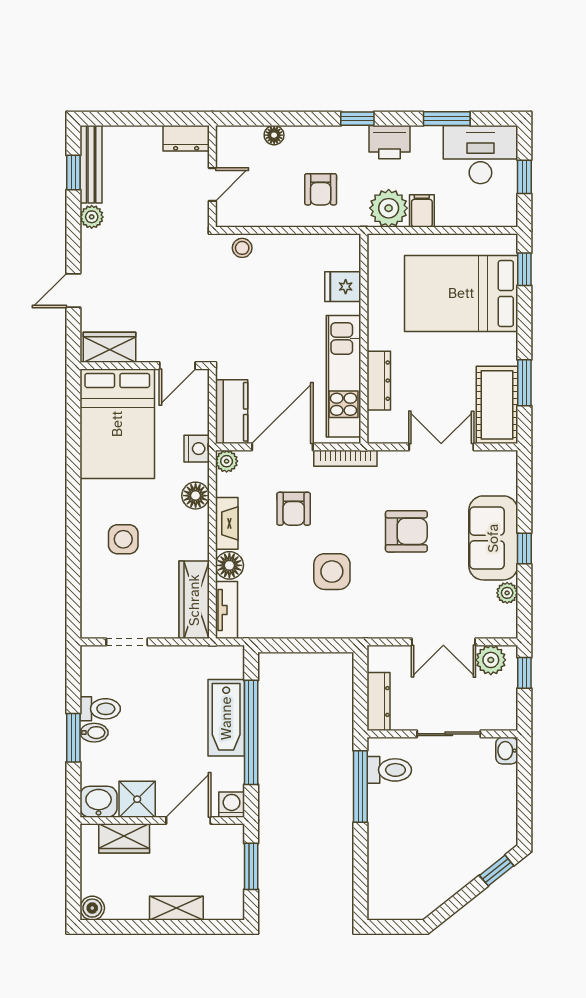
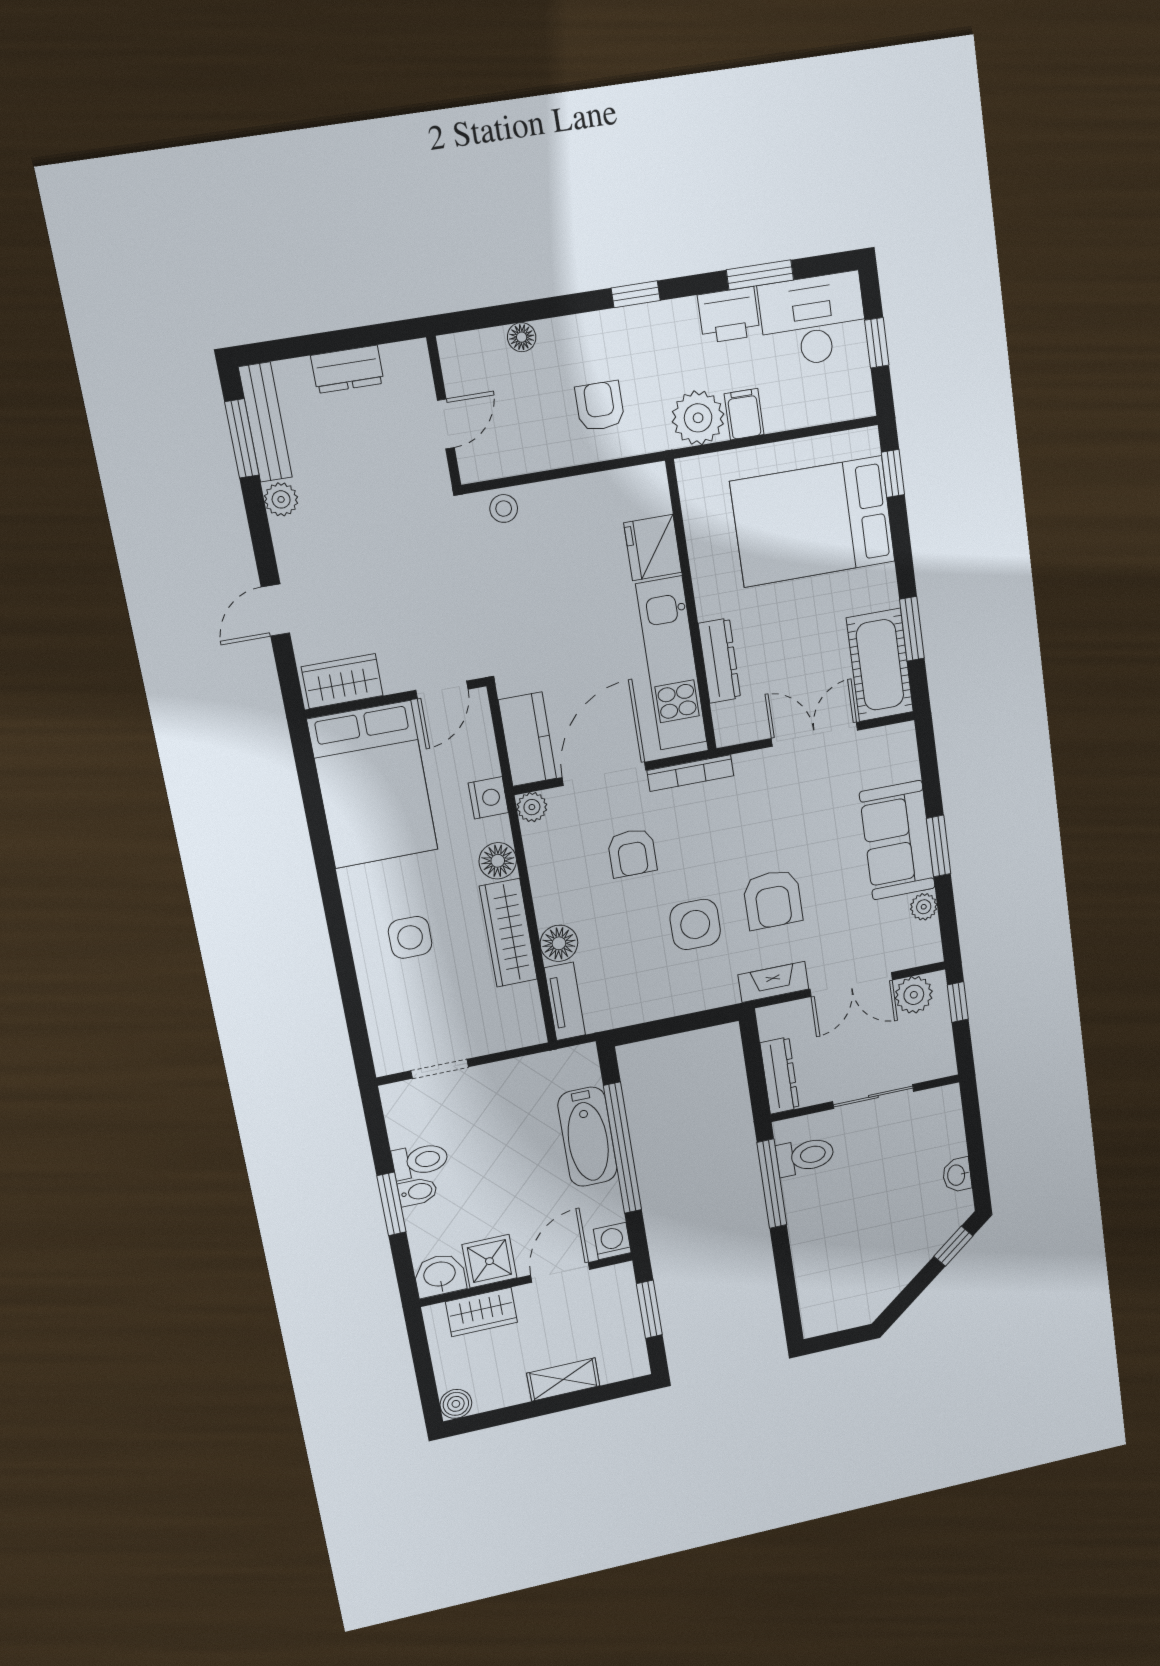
dresser: (186, 138) -> (347, 369), moved
printer: (389, 142) -> (729, 315), moved
window: (73, 172) -> (242, 438), width x1.50
armchair: (321, 189) -> (600, 406), turned 180
fridge: (343, 287) -> (653, 548), width x1.38
fireplace: (227, 523) -> (773, 982), moved, turned -90
armchair: (406, 531) -> (773, 899), moved, turned 90
window: (524, 549) -> (939, 846), width x1.50
wardrobe: (194, 600) -> (508, 933), moved
washbasin: (507, 751) -> (957, 1175), moved

